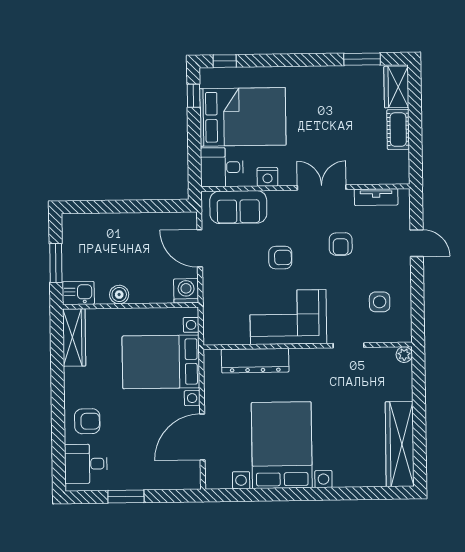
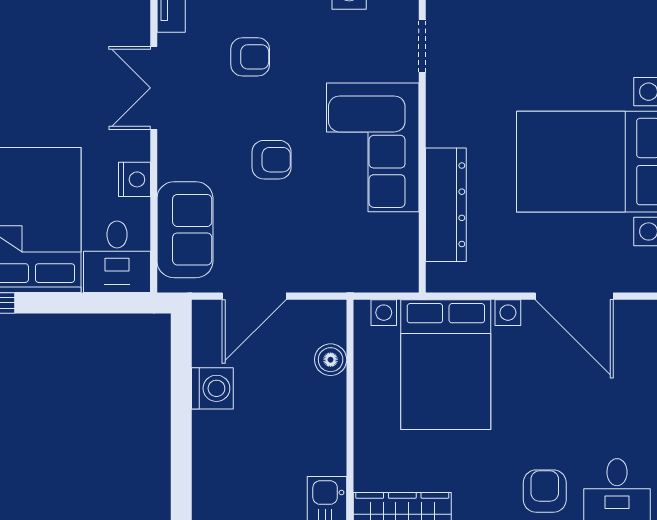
armchair: (280, 258) -> (272, 160), turned 90
washing machine: (186, 291) -> (212, 388), moved, turned 180
boiler: (119, 295) -> (331, 360), moved

